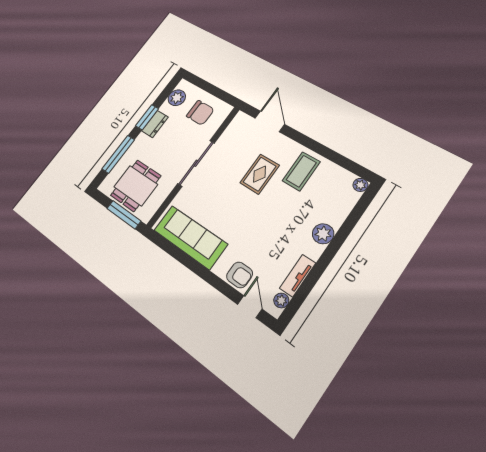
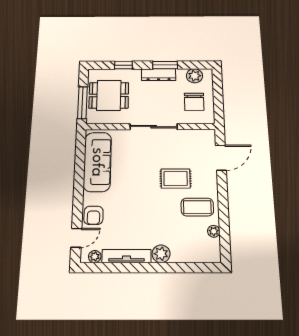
dresser: (155, 124) -> (159, 75), width x1.44
window: (118, 154) -> (123, 65), width x0.46
plant: (360, 185) -> (214, 231), moved
tv unit: (298, 276) -> (127, 256), width x1.41

